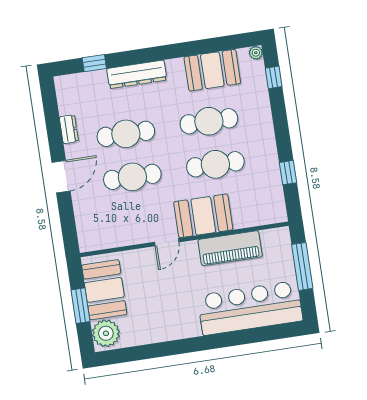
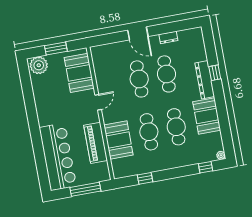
window: (94, 63) -> (215, 73), moved
booth: (212, 70) -> (207, 116), moved
booth: (203, 216) -> (118, 140), moved
door: (167, 242) -> (98, 102), swing flipped
booth: (104, 290) -> (79, 73), moved, turned 90

